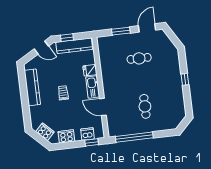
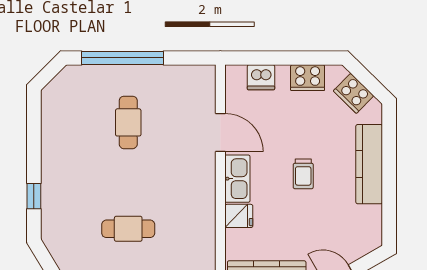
window: (185, 79) -> (34, 196), moved
kitchen counter: (32, 87) -> (369, 164), moved
window: (134, 137) -> (123, 58), moved
window: (92, 142) -> (254, 58), removed

